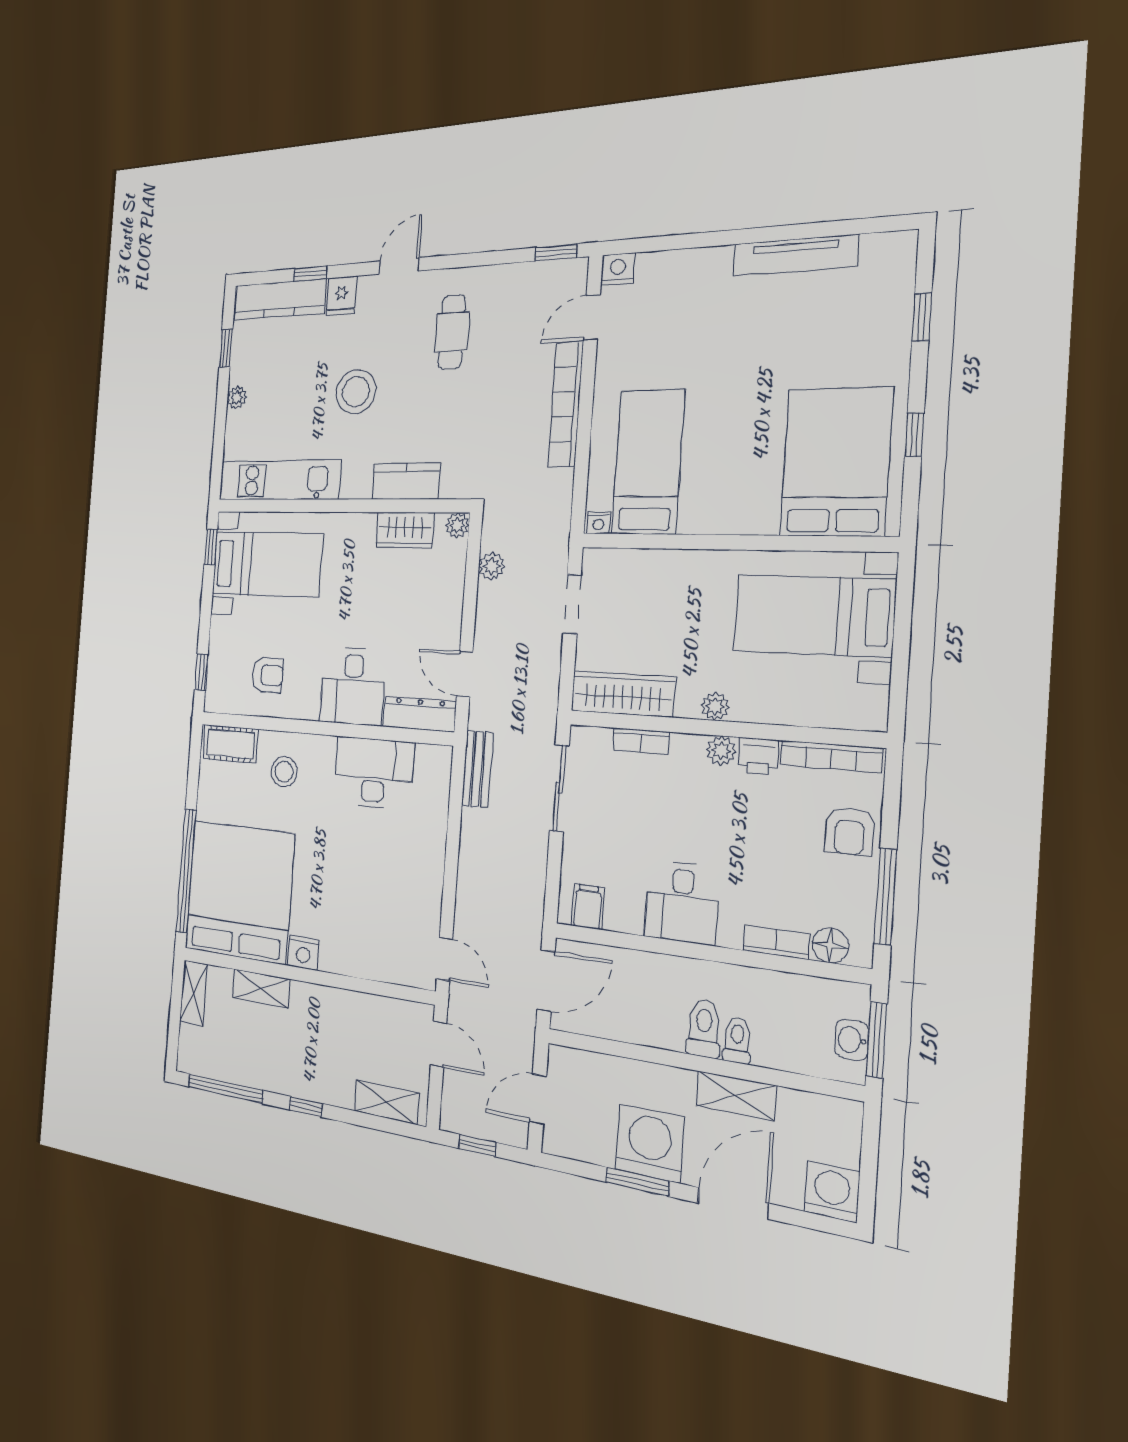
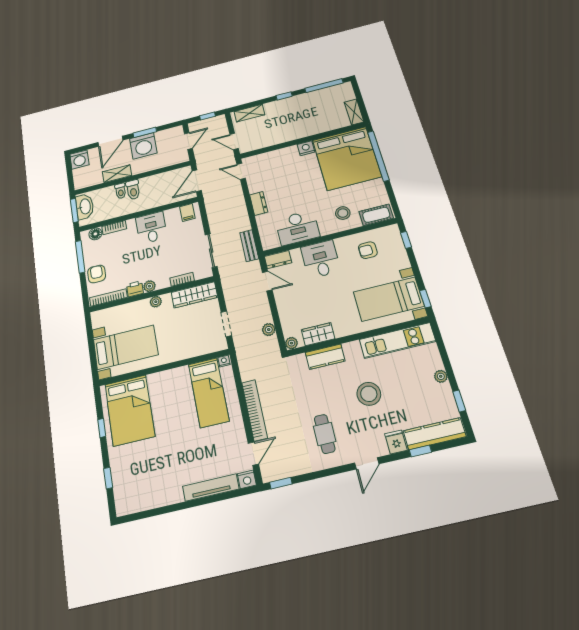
tv unit: (795, 255) -> (211, 488), moved
dresser: (420, 714) -> (278, 260), width x0.70
dresser: (431, 862) -> (259, 203), added
shelving: (261, 988) -> (321, 127), removed
washbasin: (852, 1040) -> (85, 207), width x1.91, depth x1.45

